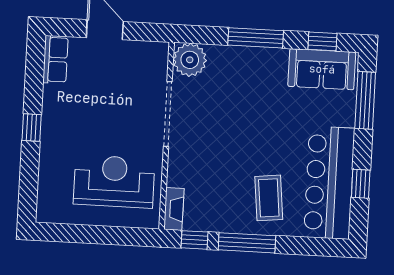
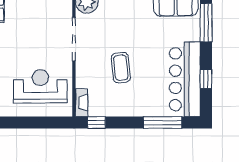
coffee table: (269, 198) -> (121, 68), moved
window: (247, 243) -> (163, 123), moved

